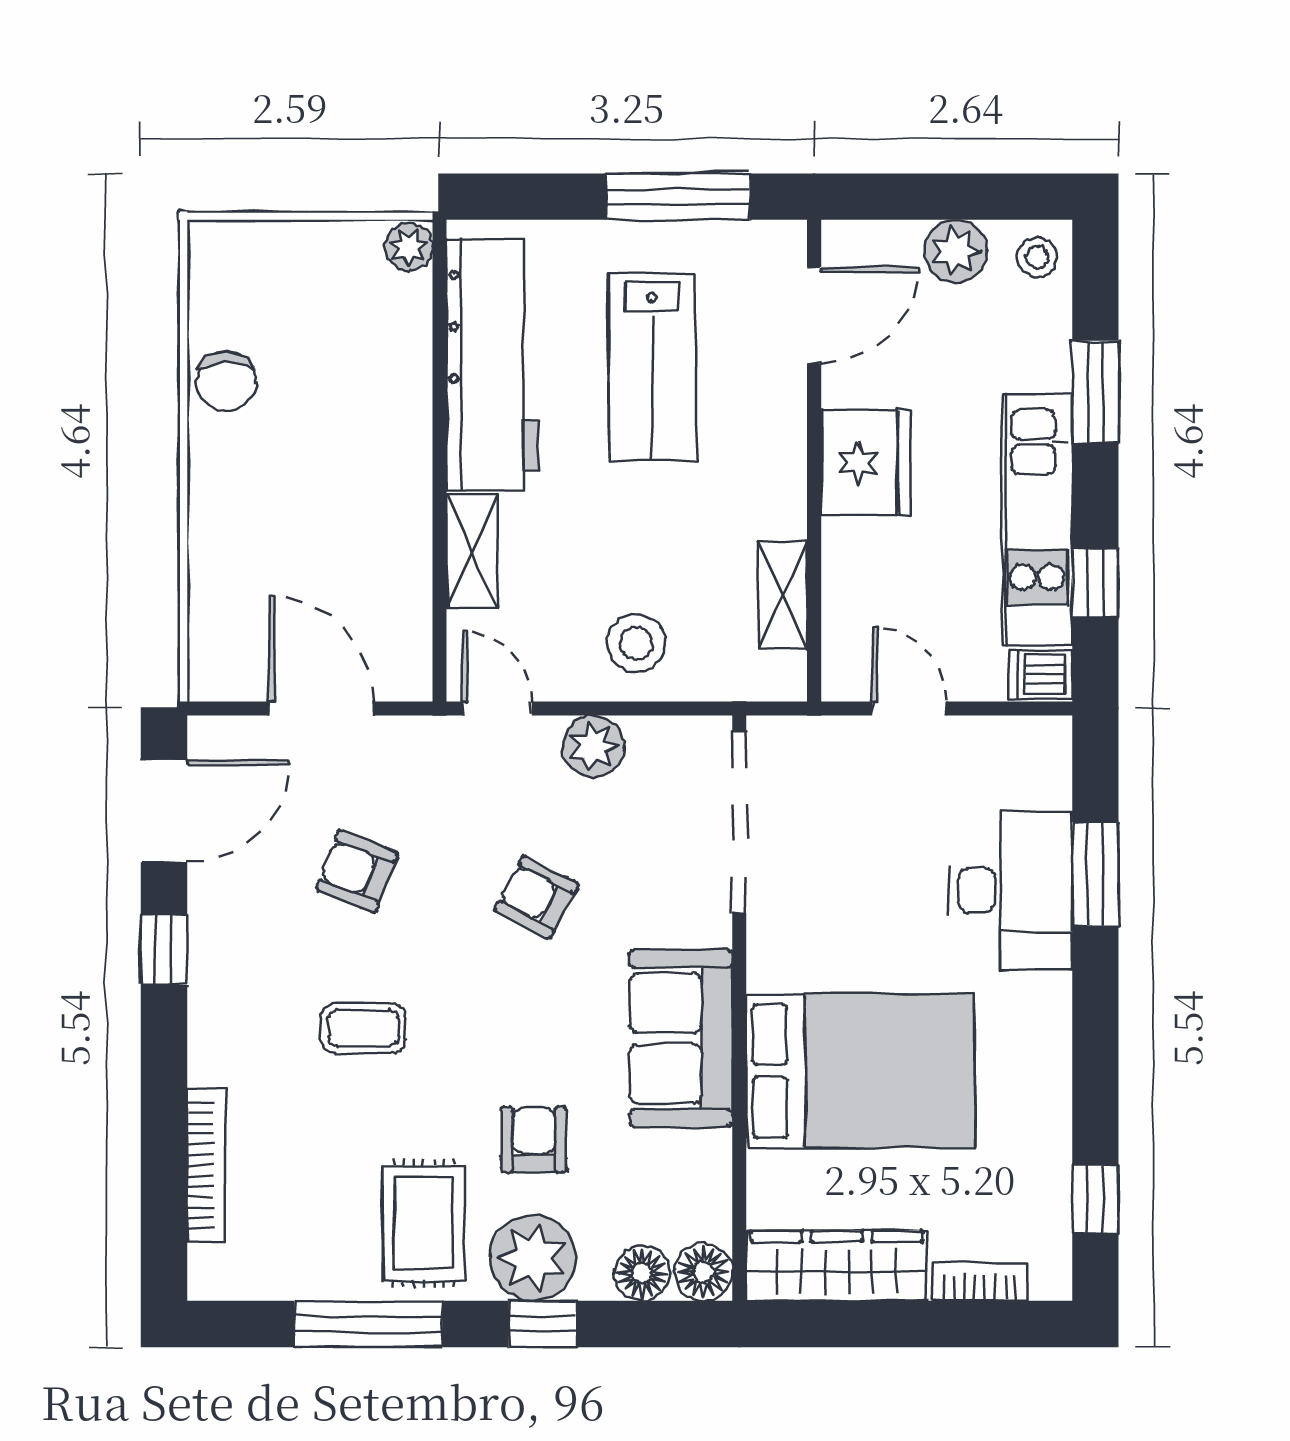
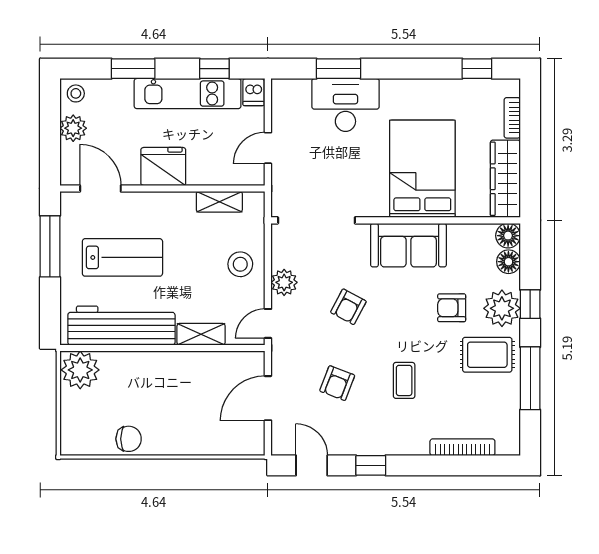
plant: (409, 247) -> (80, 370), width x1.88, depth x1.88
door: (164, 811) -> (312, 465), width x0.73

